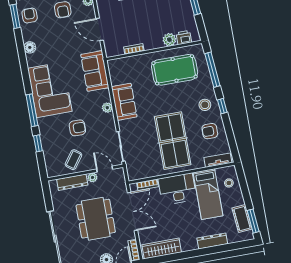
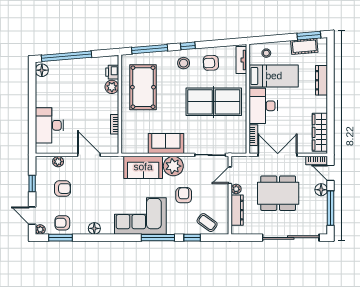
door: (100, 29) -> (89, 155), swing flipped
sofa: (95, 71) -> (143, 167), moved
plant: (107, 108) -> (173, 166), width x1.87, depth x1.87
armchair: (210, 131) -> (211, 63), turned 87
coffee table: (73, 160) -> (207, 223), moved

